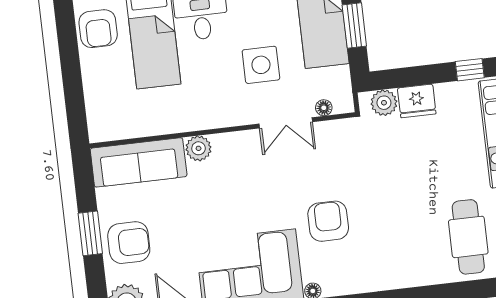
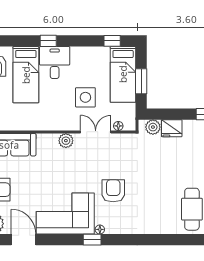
double door: (286, 123) -> (96, 132), swing flipped
plant: (199, 148) -> (66, 141), moved

